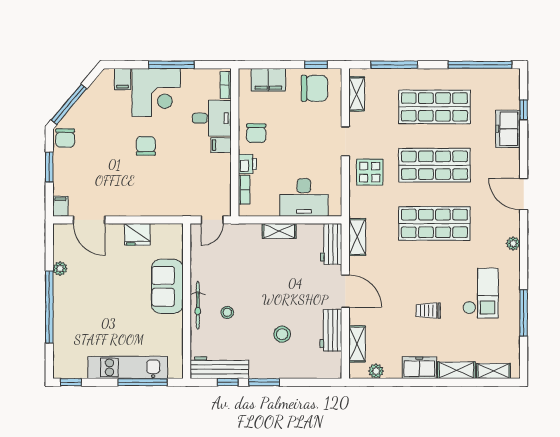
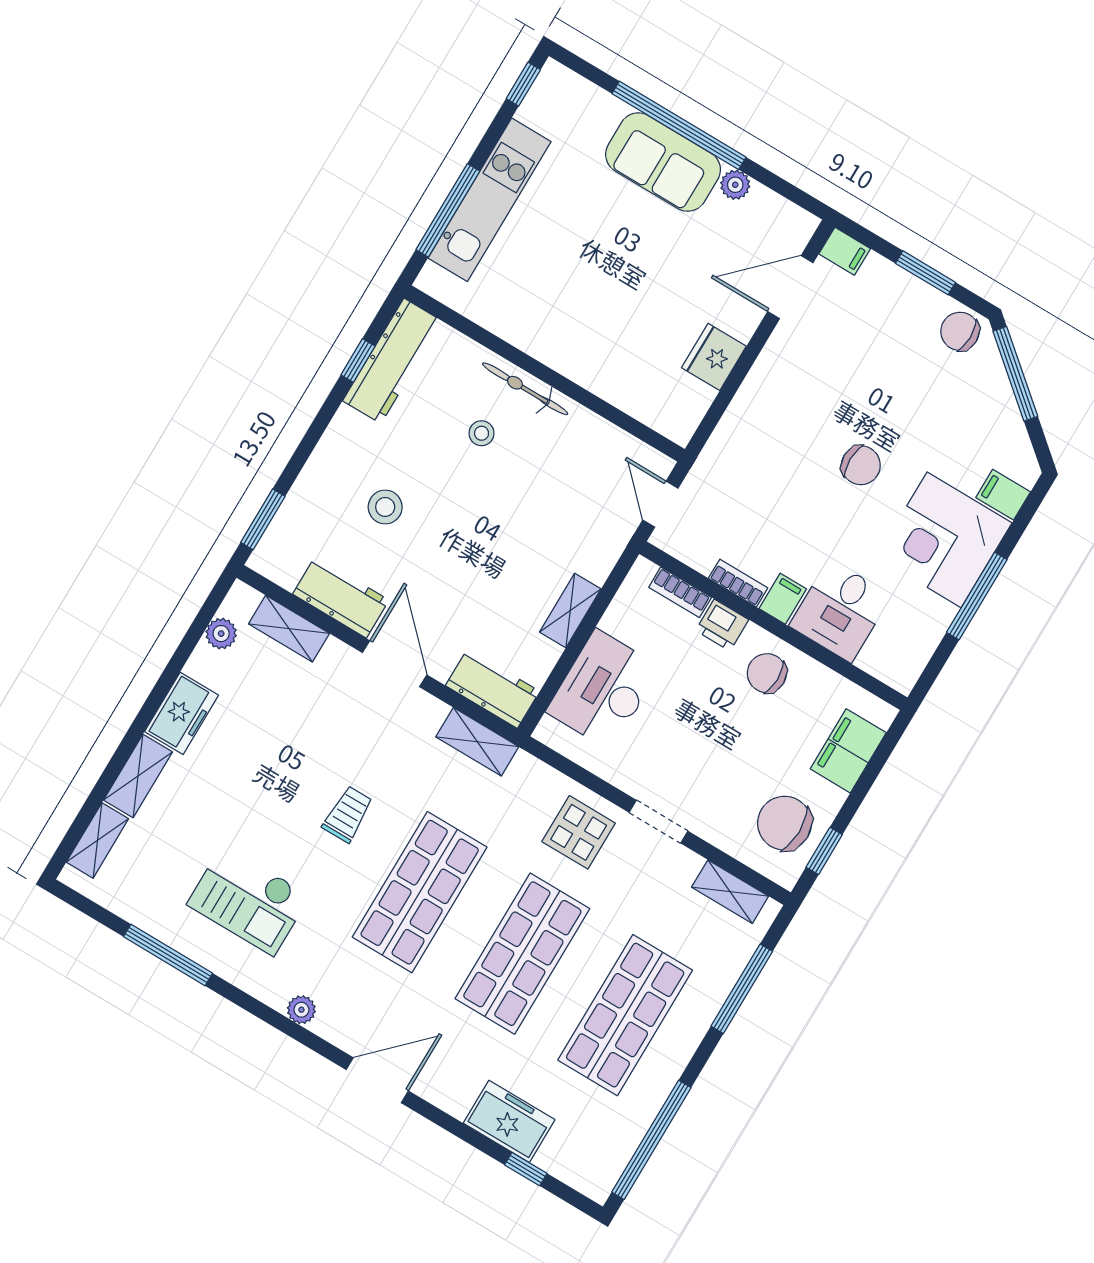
bookcase: (226, 85) -> (738, 583), moved
chair: (314, 88) -> (785, 823), turned 90
sofa: (167, 286) -> (663, 162), moved, turned 180
door: (345, 291) -> (395, 664), swing flipped
trolley: (428, 311) -> (348, 814), moved
window: (264, 382) -> (263, 519), moved

